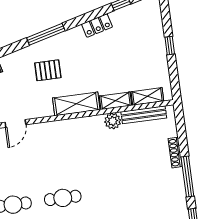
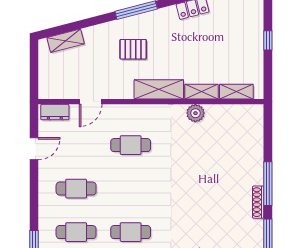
bench: (144, 115) -> (230, 111), removed
shoe rack: (175, 153) -> (258, 202), moved
cafe table: (63, 198) -> (131, 145), moved

